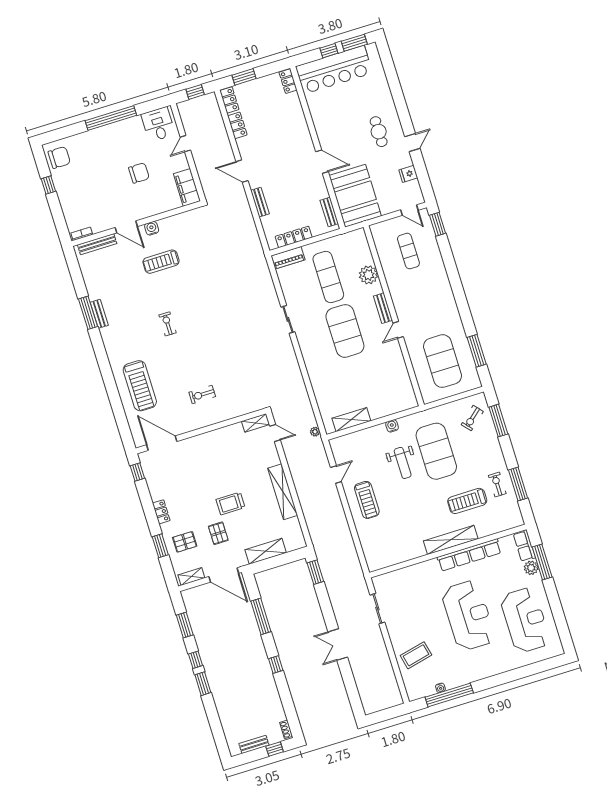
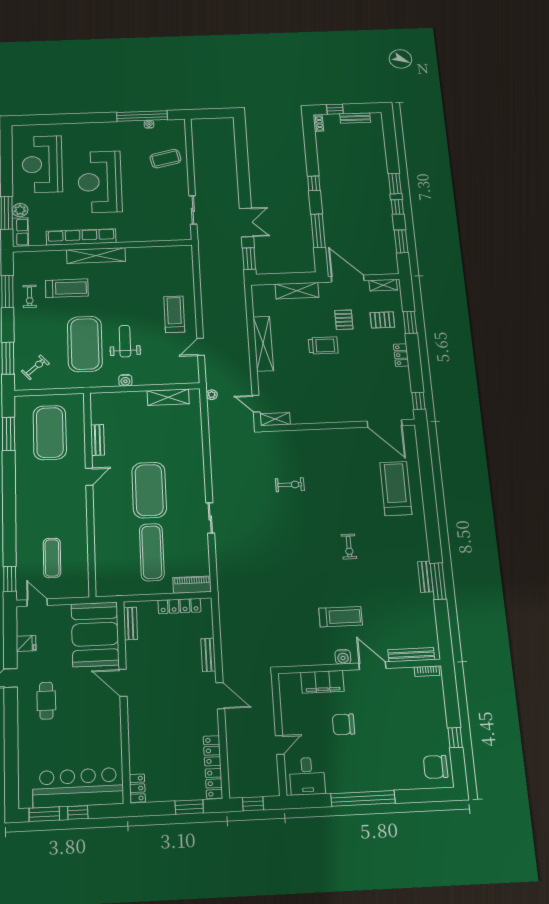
filing cabinet: (187, 187) -> (322, 682), moved, turned 90
plant: (368, 275) -> (105, 543), removed
bench: (383, 308) -> (97, 440), moved
exercise bike: (202, 394) -> (290, 485), moved
double door: (338, 644) -> (246, 222), moved

